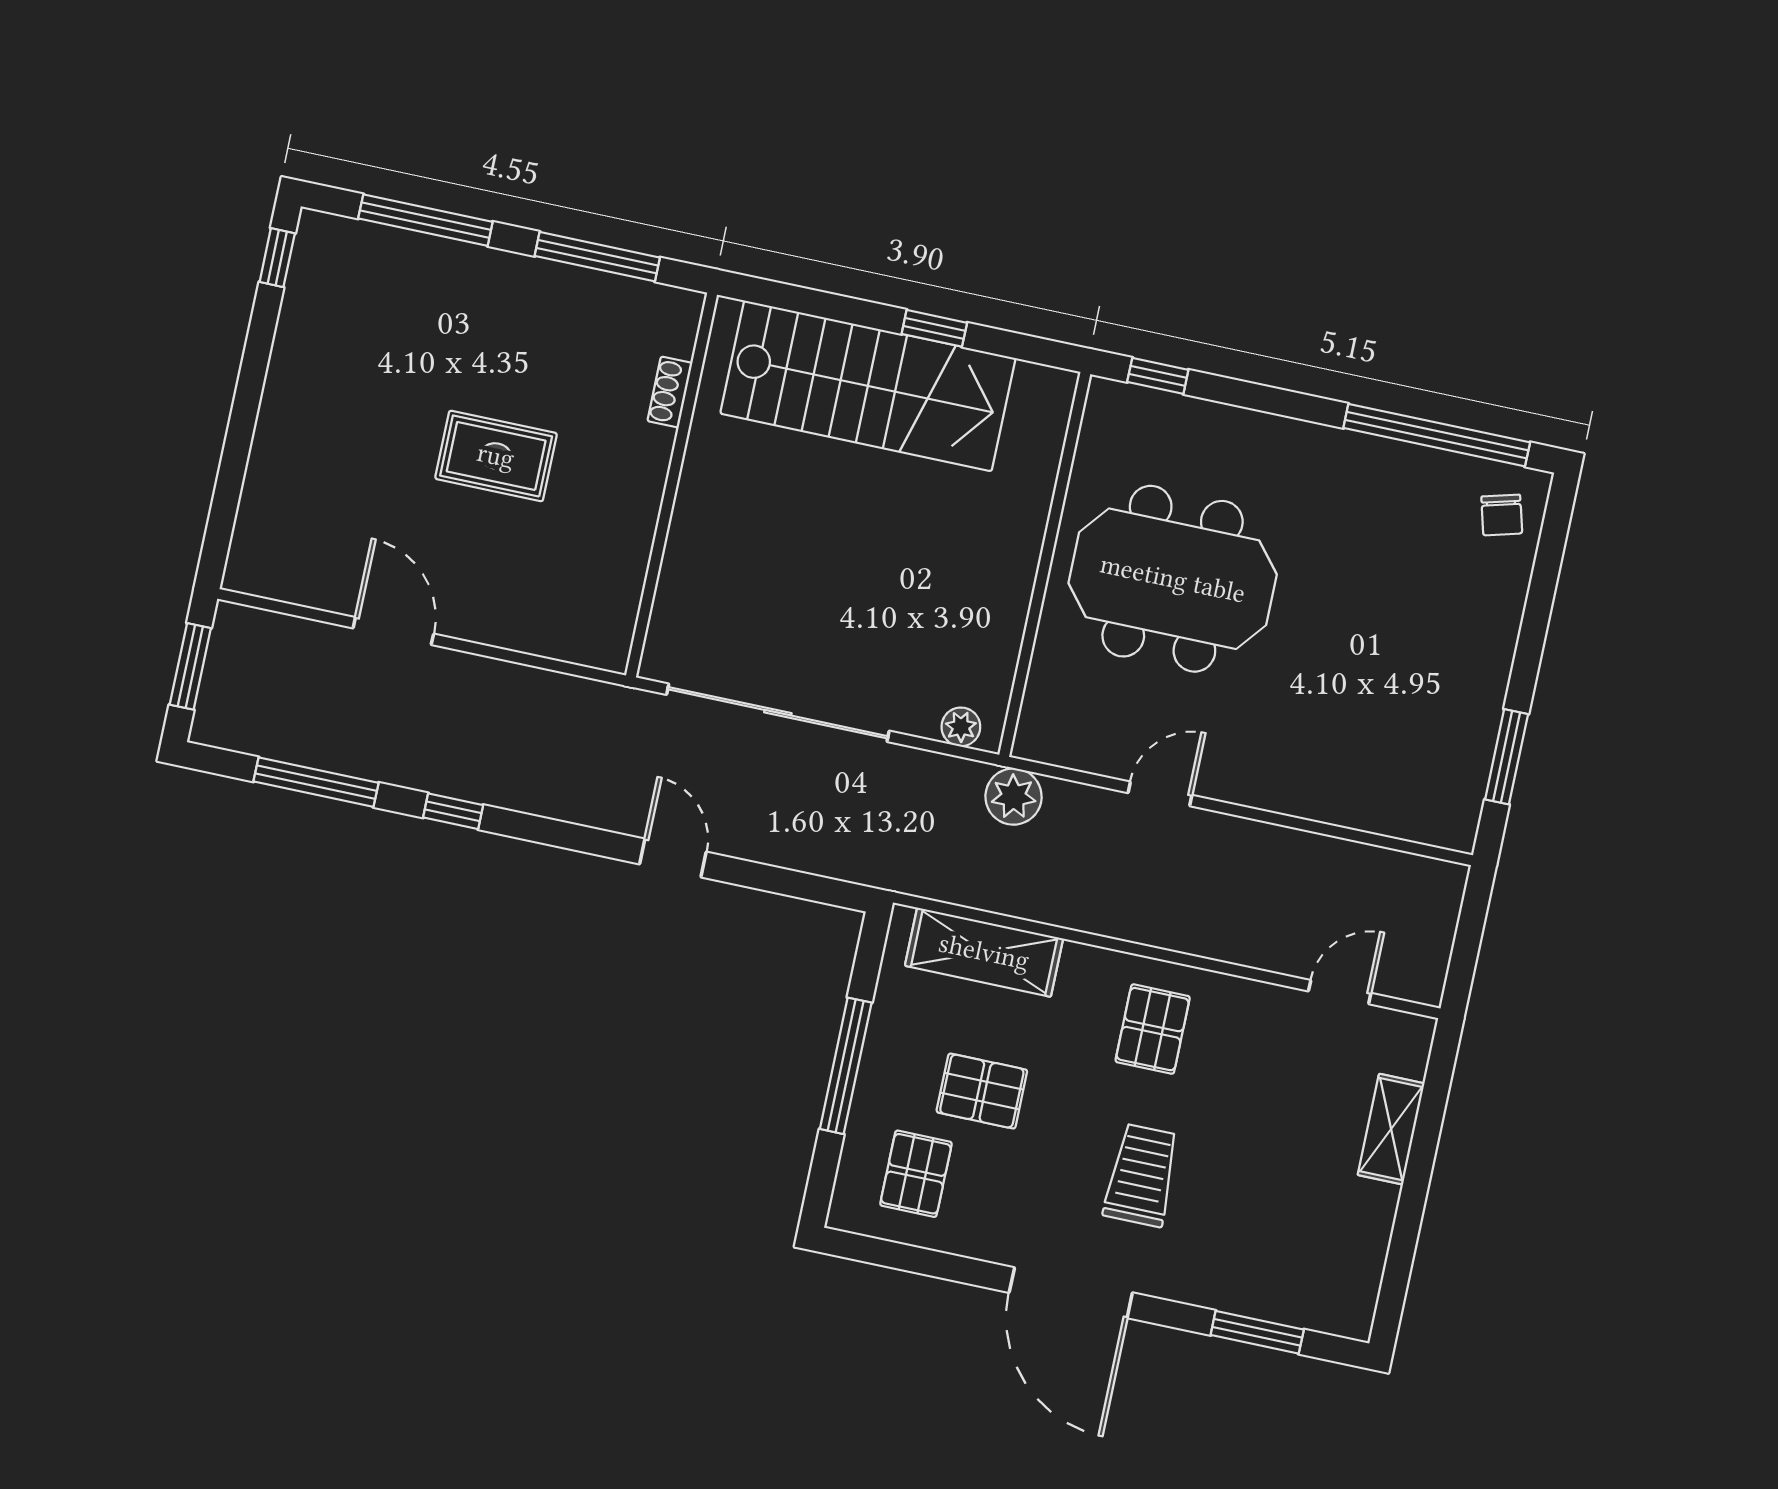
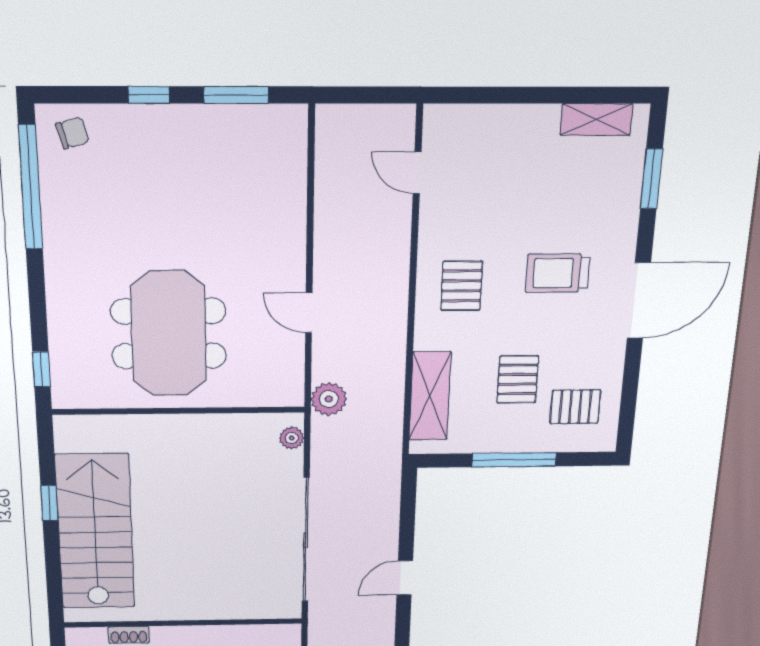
window: (1533, 635) -> (149, 95), added
pallet: (1153, 1029) -> (462, 286), turned 90
shelving: (1391, 1129) -> (596, 120), moved

